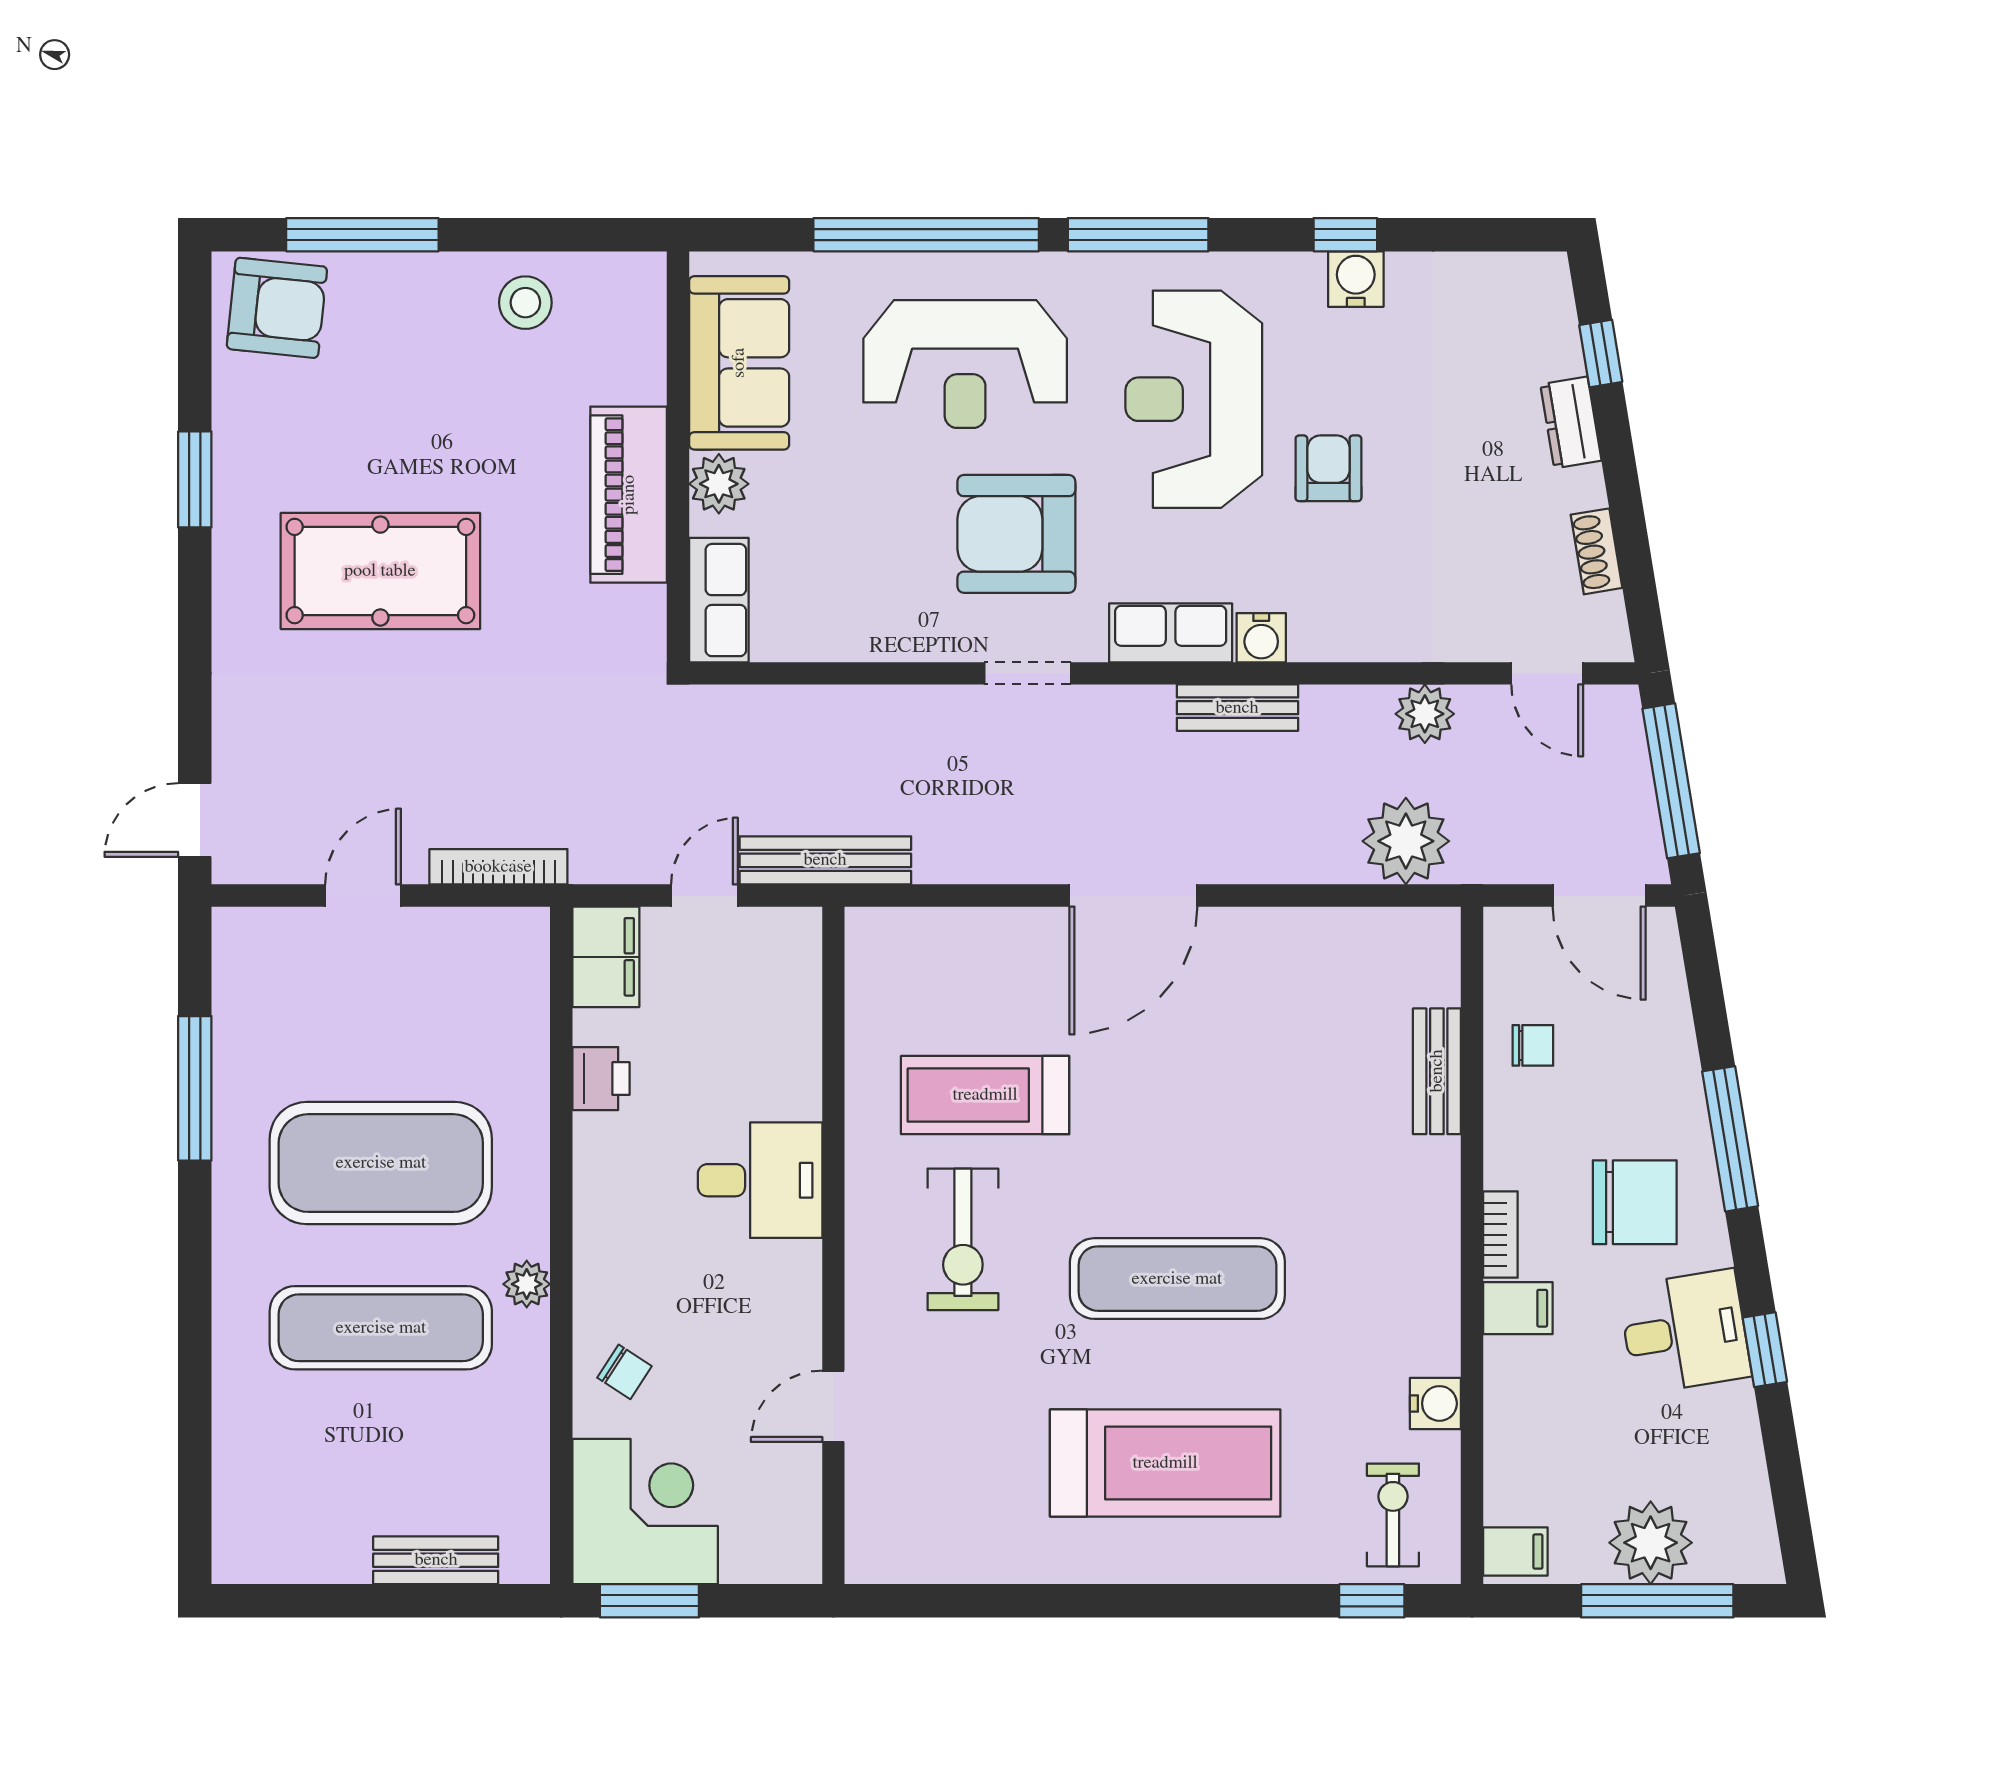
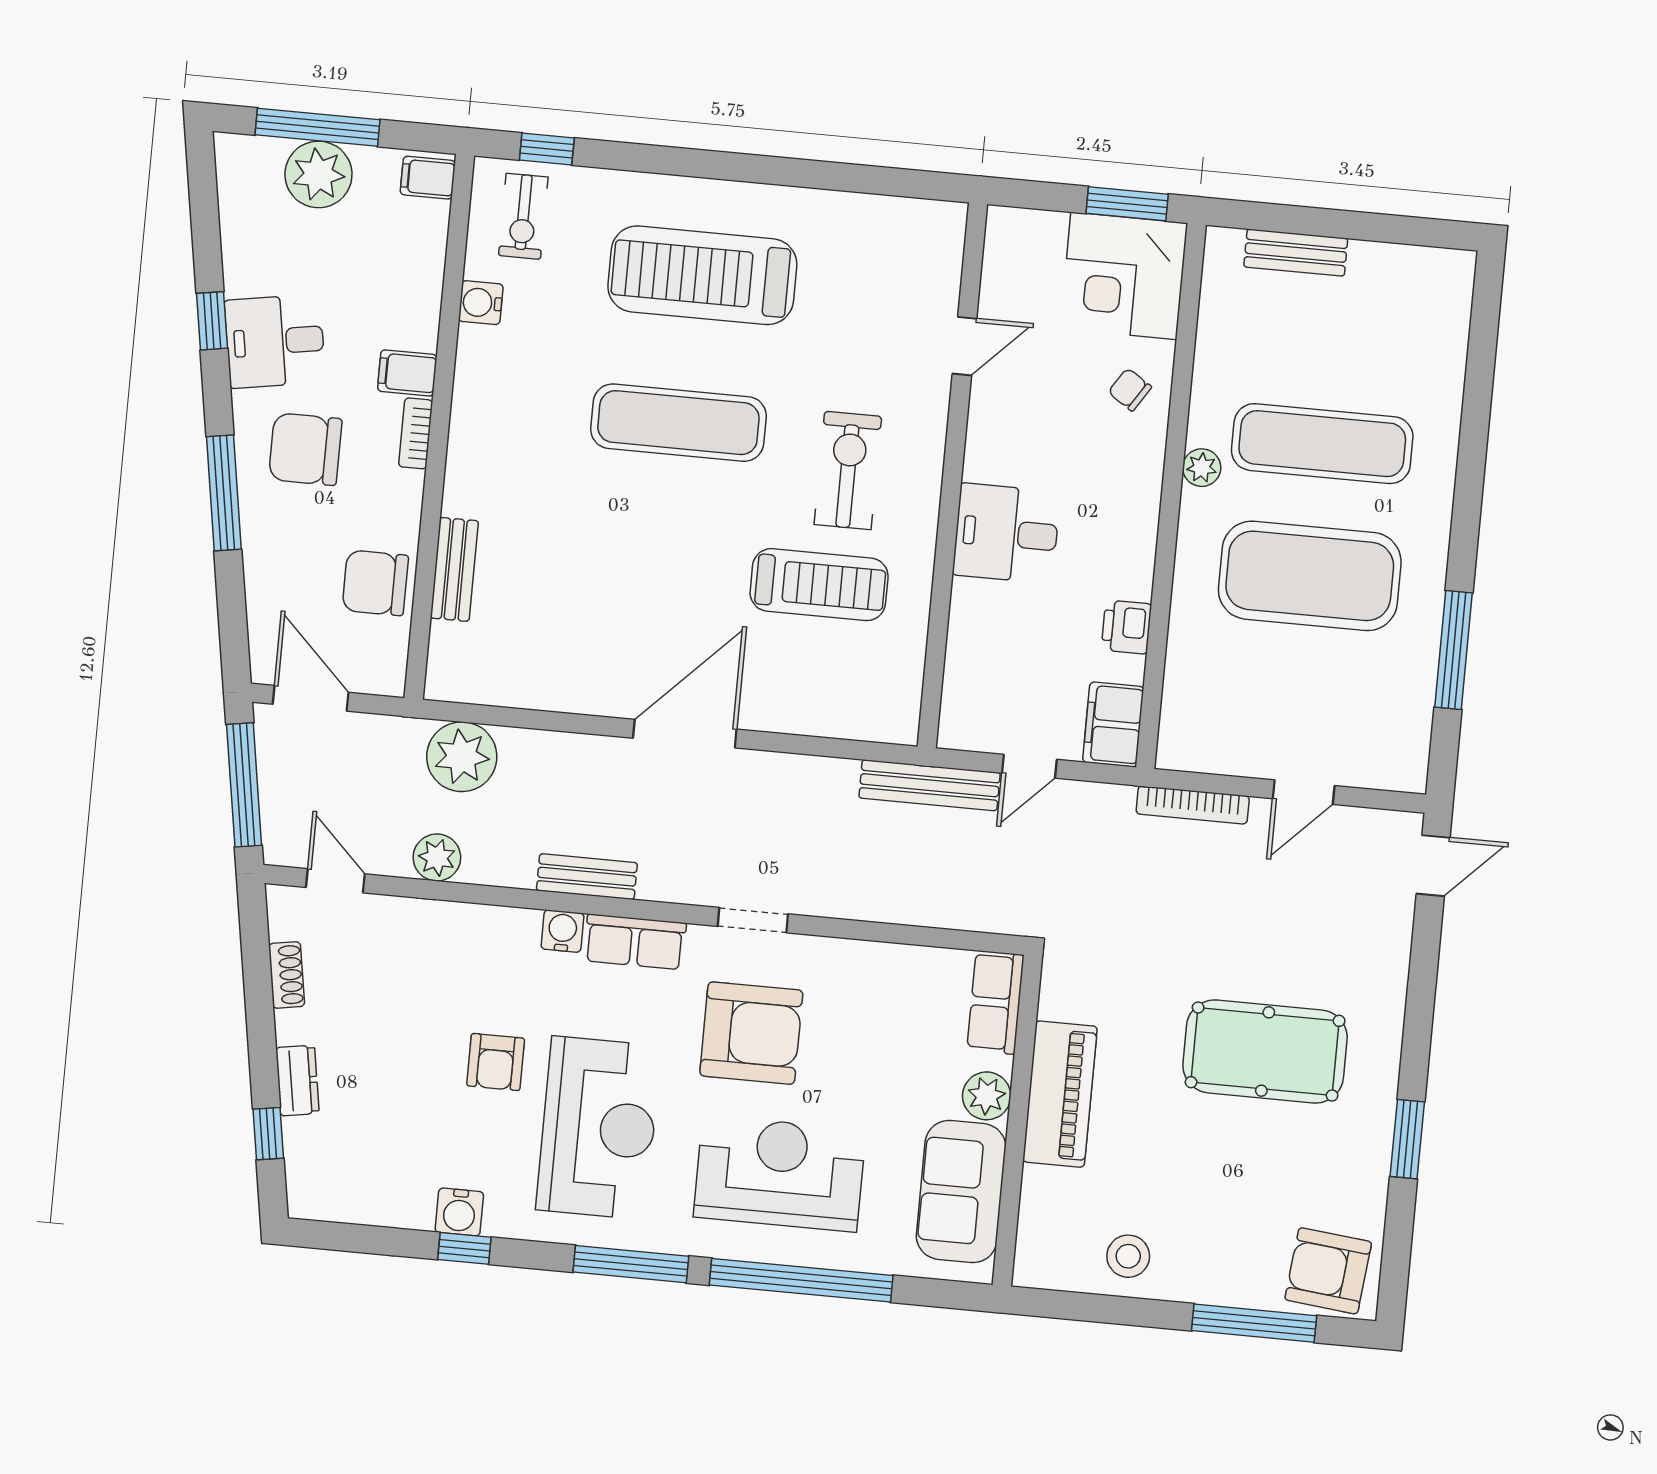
chair: (1533, 1045) -> (375, 583), width x1.87, depth x1.87

